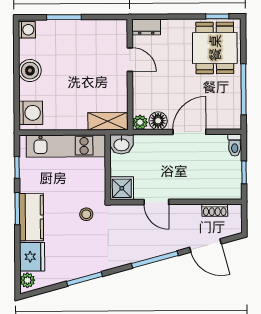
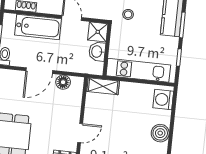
door: (130, 60) -> (80, 133), swing flipped
plant: (140, 122) -> (78, 83), removed
washbasin: (122, 144) -> (97, 52), moved, turned -90
bathtub: (197, 186) -> (38, 27), added

